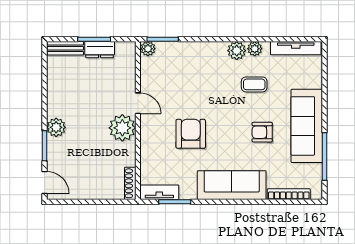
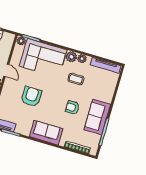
corner sofa: (191, 66) -> (43, 58), added
sofa: (307, 126) -> (97, 117), width x0.73
sofa: (232, 185) -> (46, 133), width x0.73

